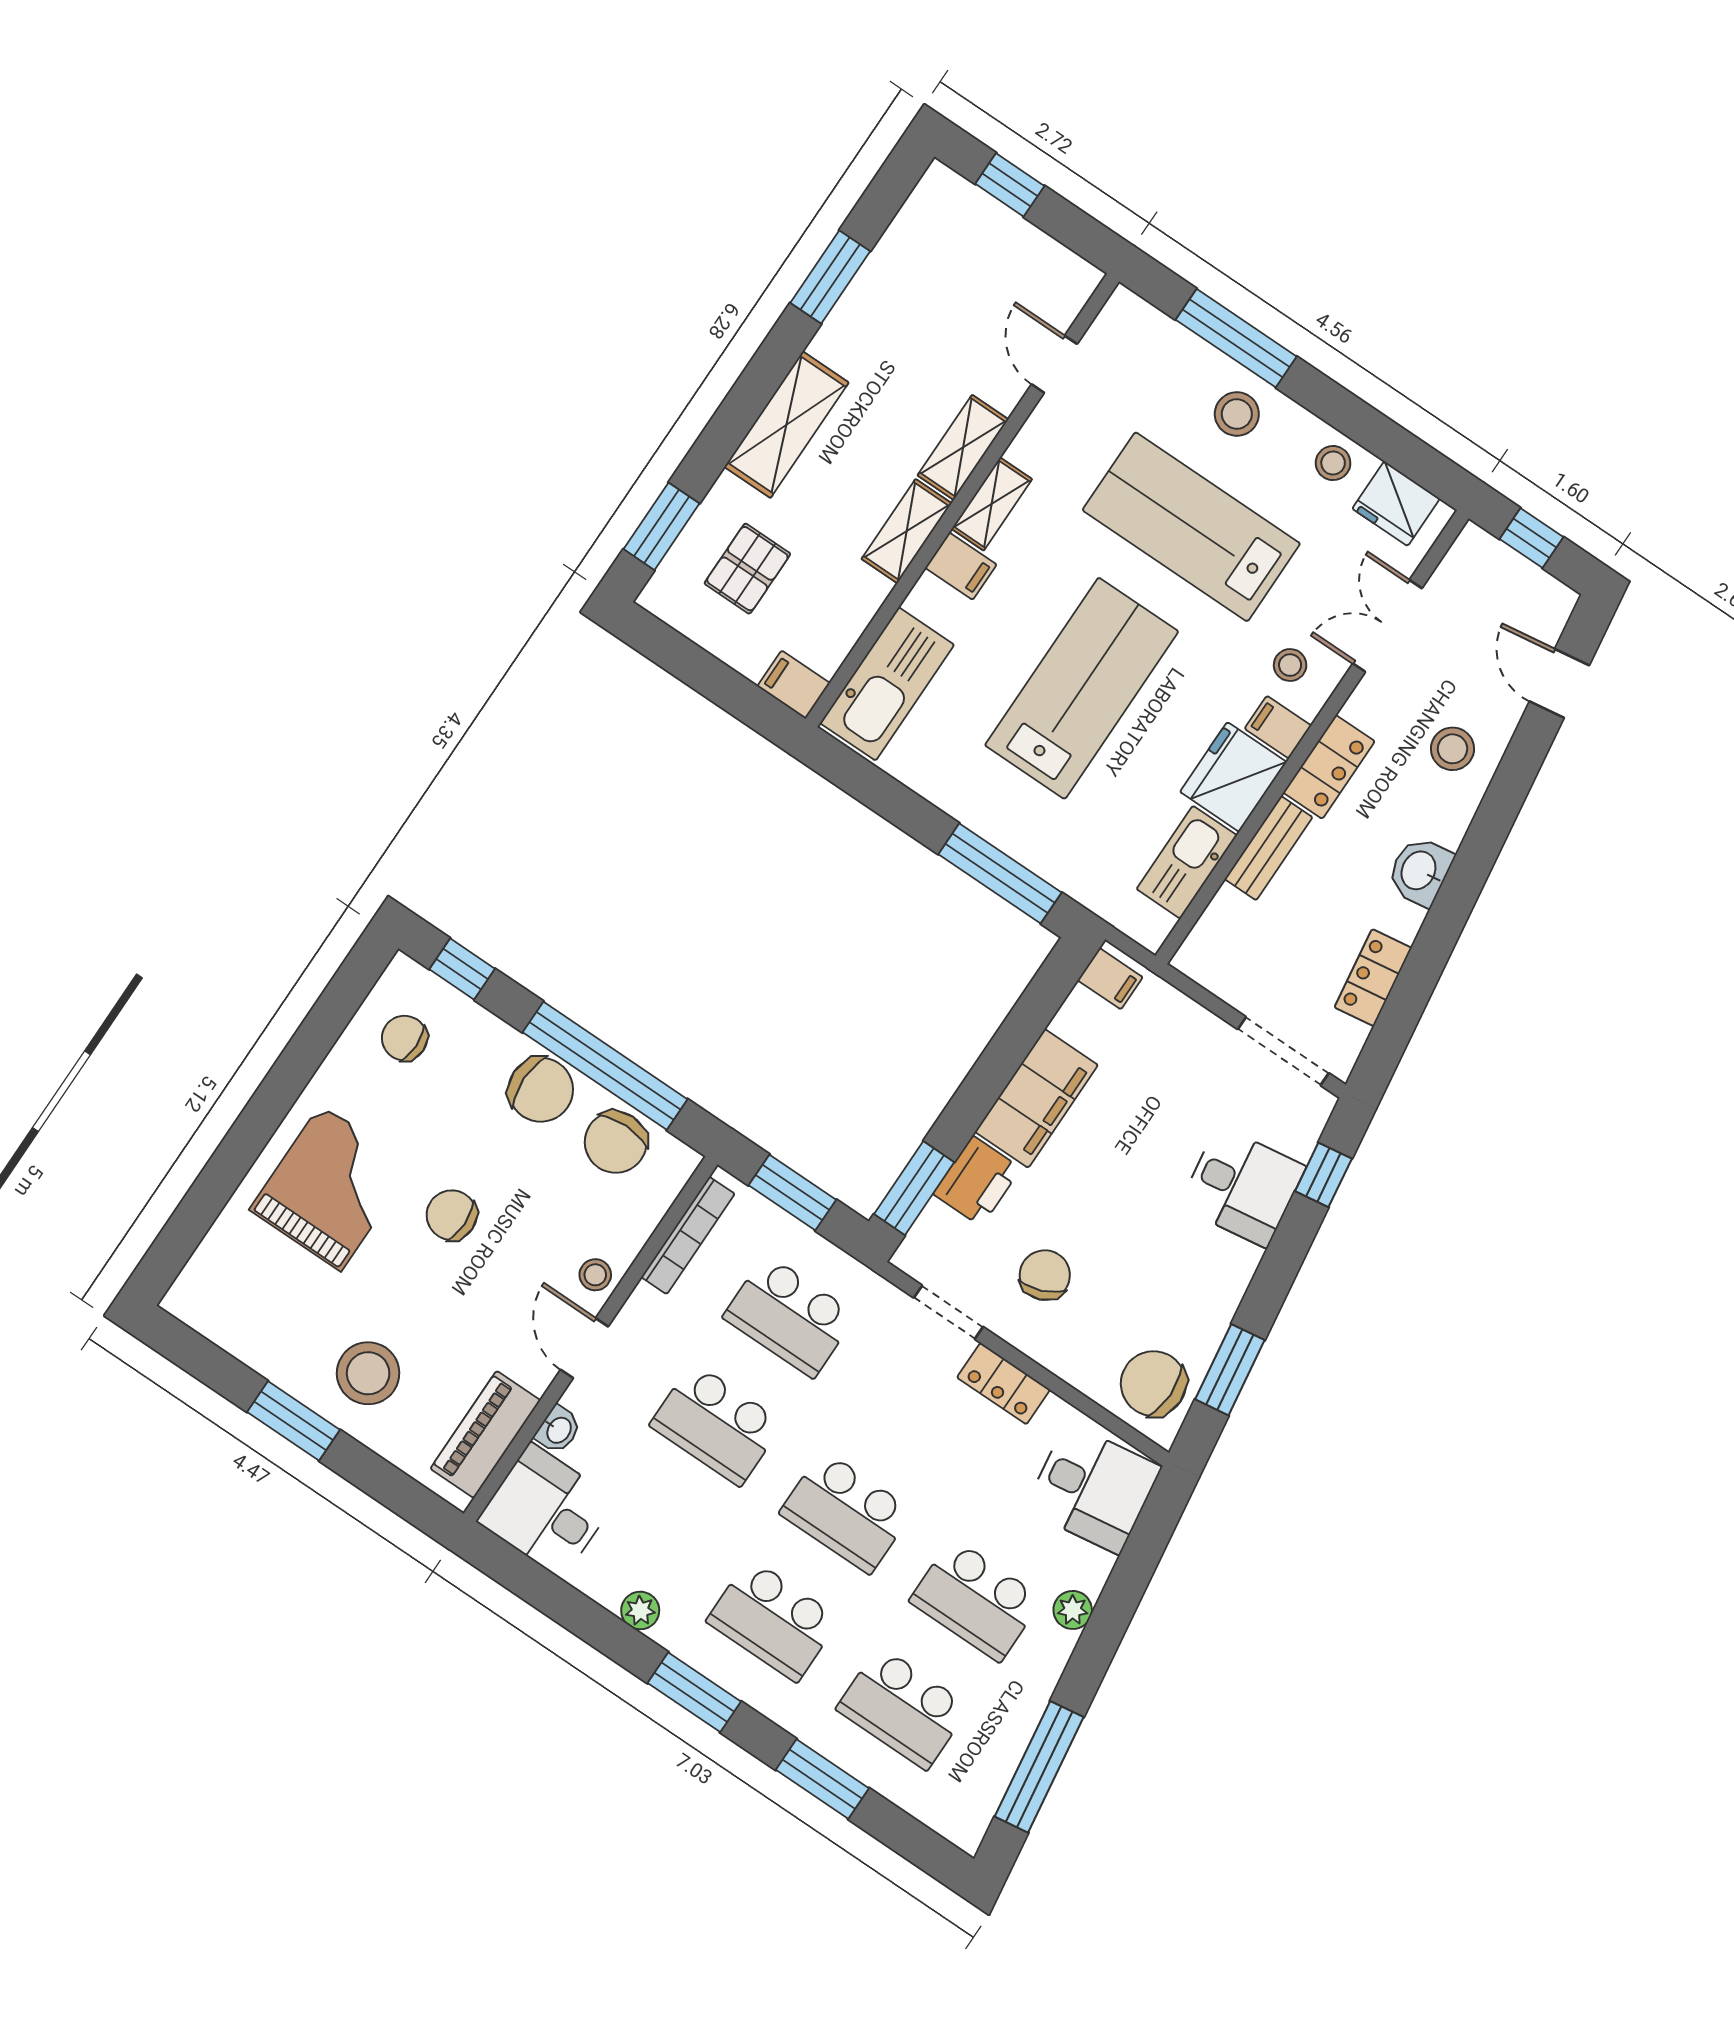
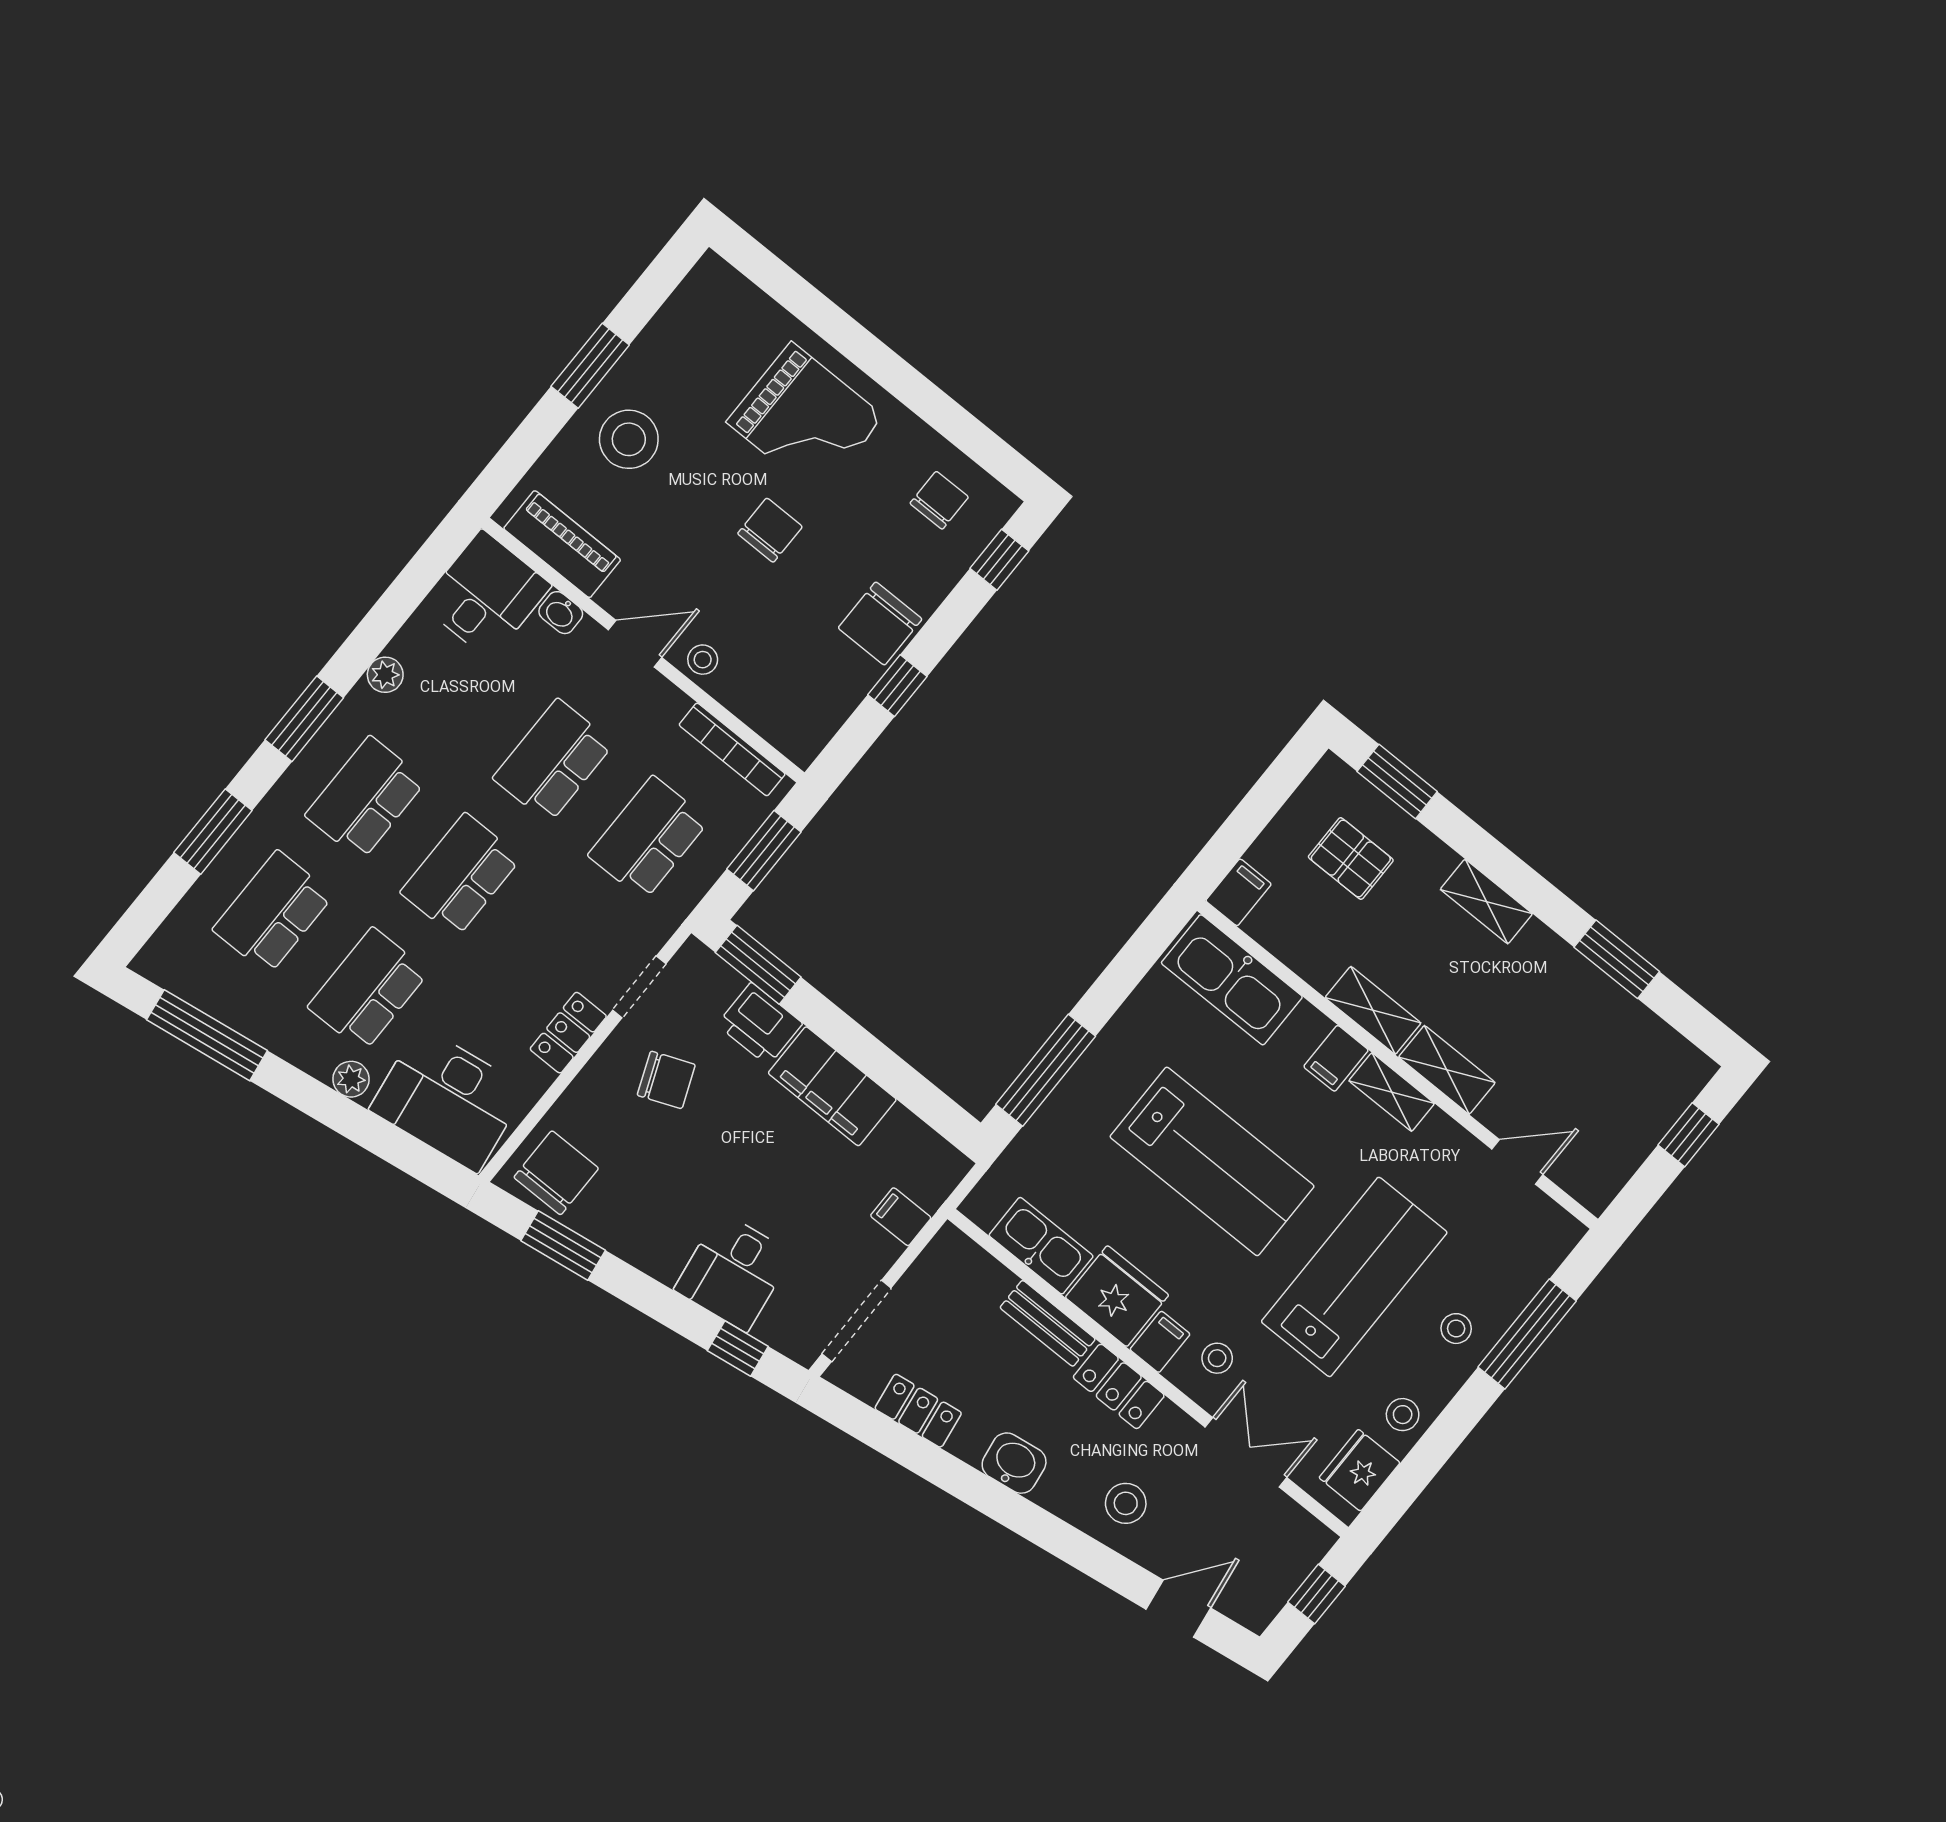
stool: (1237, 414) -> (1456, 1329), width x0.73, depth x0.73
shelving: (786, 425) -> (1486, 901), width x0.67, depth x0.75
filing cabinet: (1110, 979) -> (901, 1217), moved, turned 90
window: (605, 1066) -> (897, 686), width x0.32
chair: (616, 1142) -> (825, 689), removed
desk: (1093, 1488) -> (448, 1099), width x1.37

